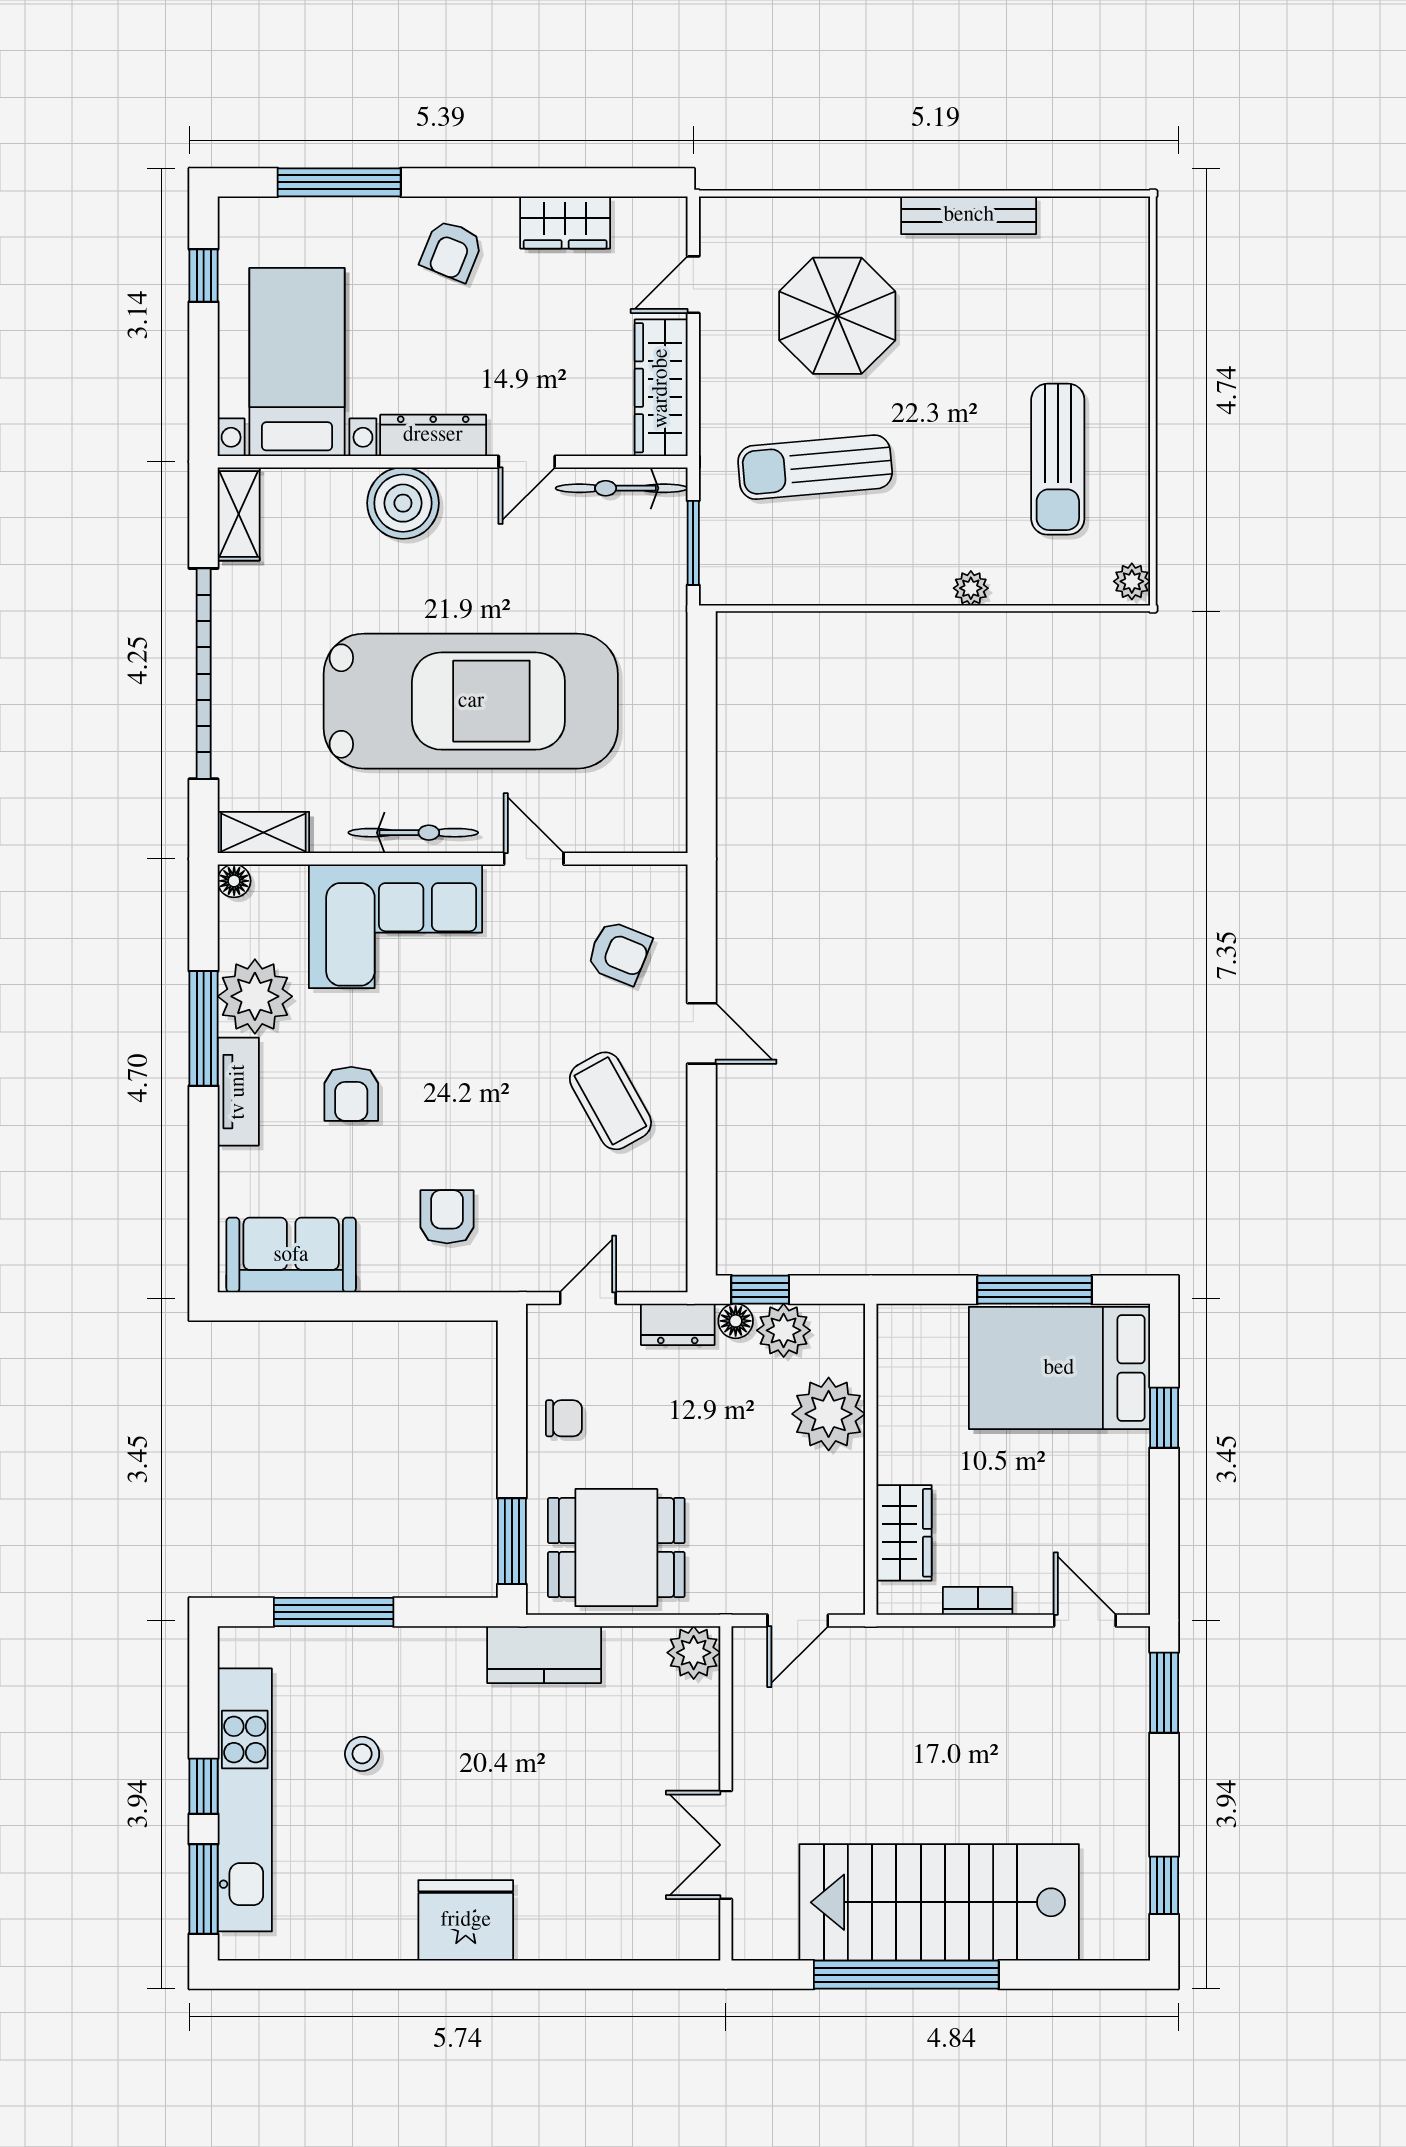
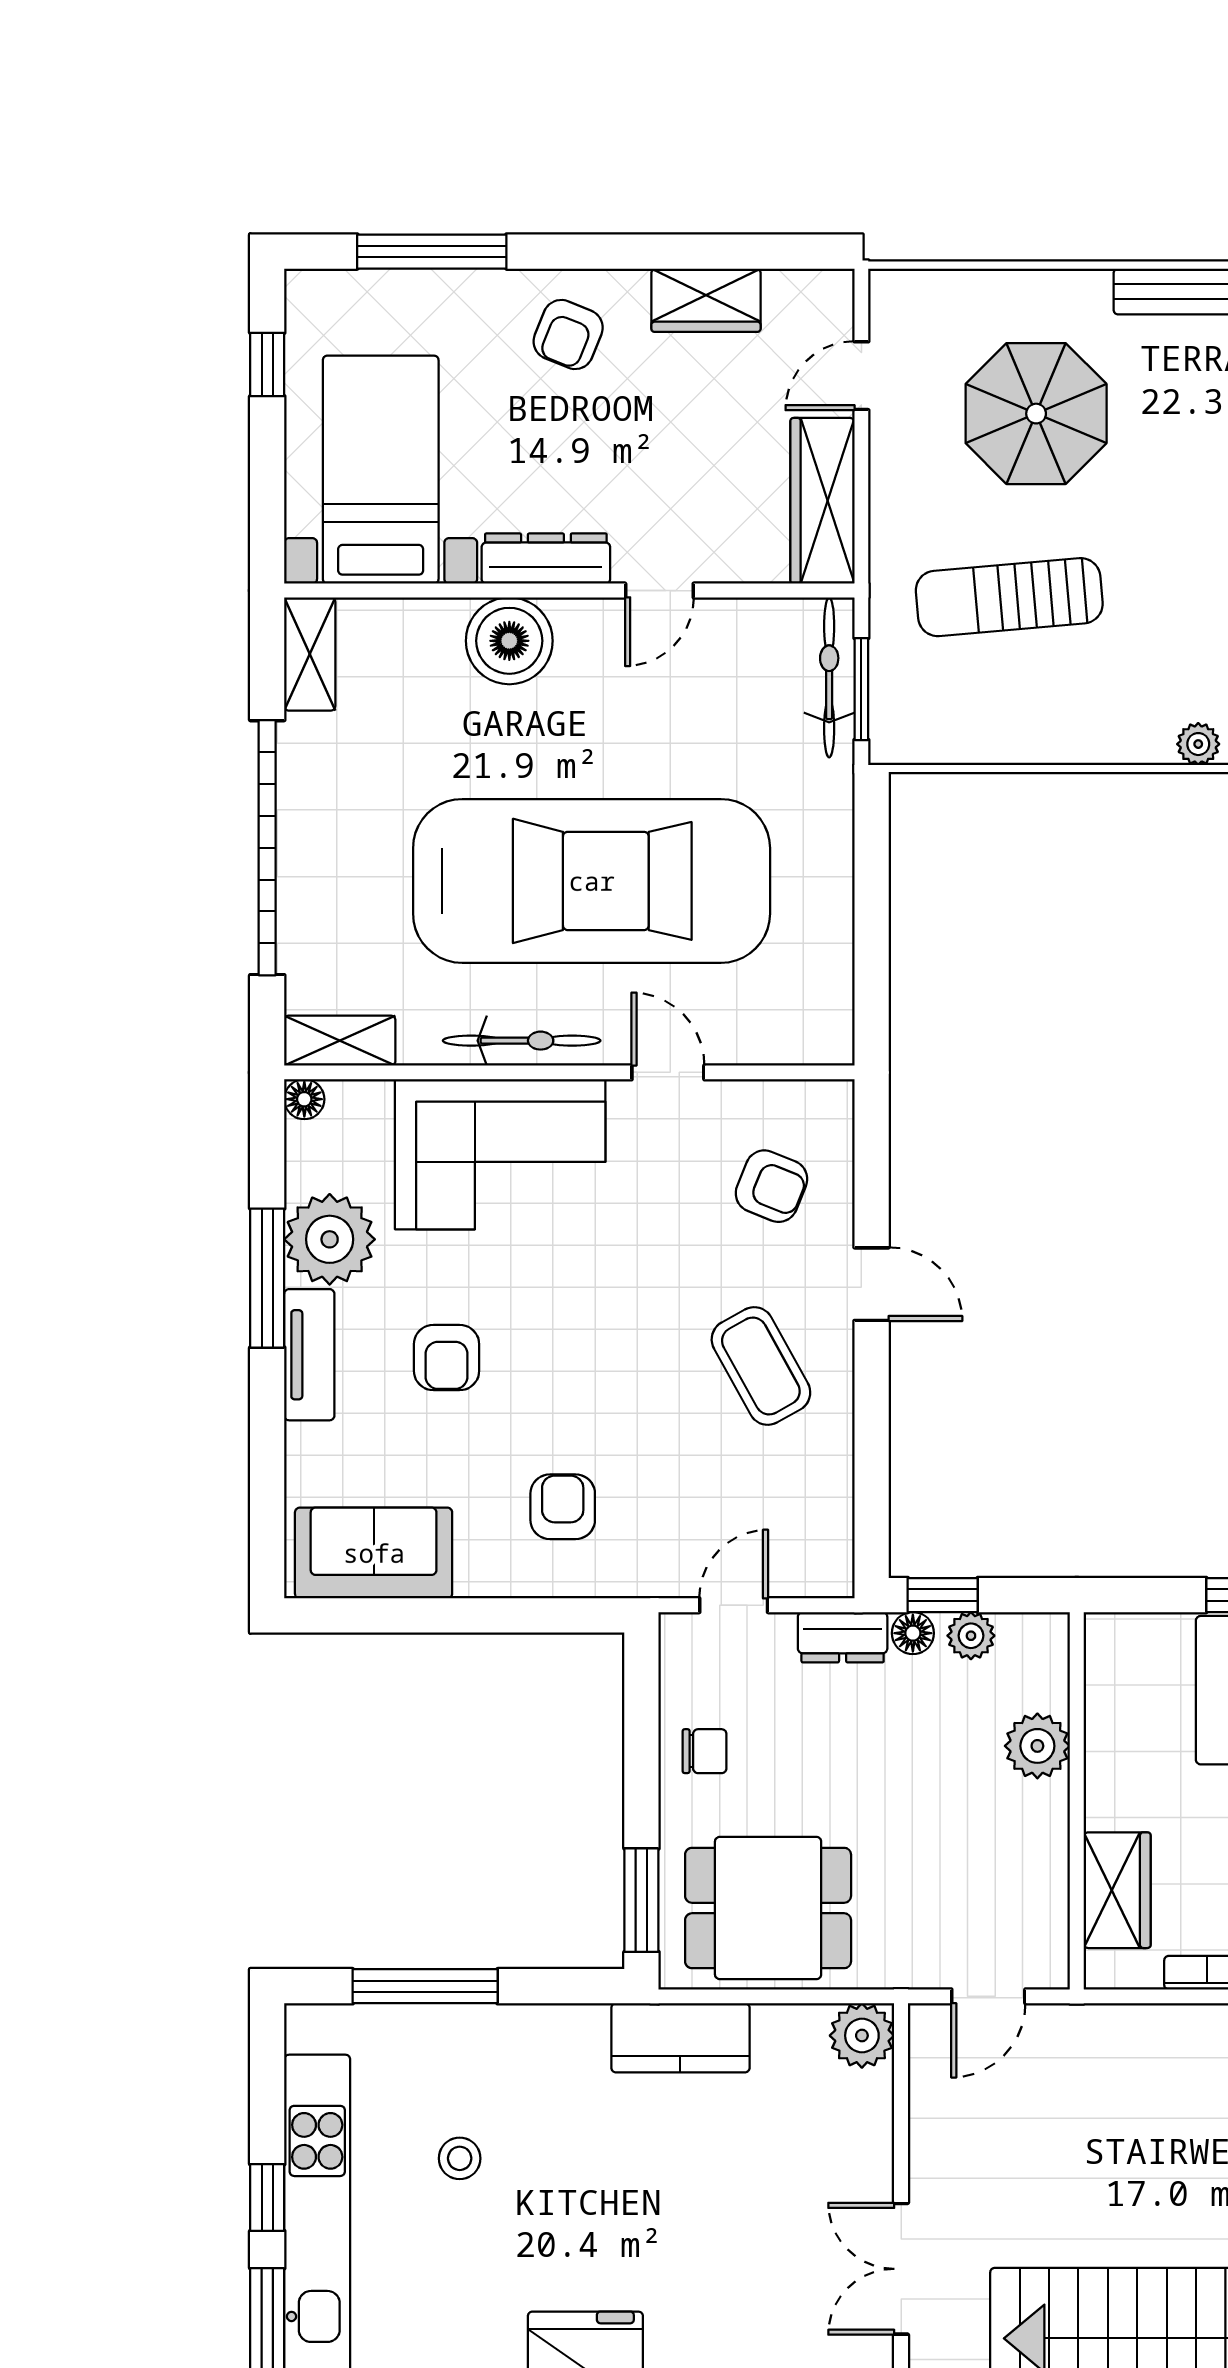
bicycle: (622, 488) -> (829, 677), moved, turned 90
plant: (784, 1330) -> (971, 1636), width x0.73, depth x0.73
plant: (829, 1414) -> (1037, 1746), width x0.73, depth x0.73

